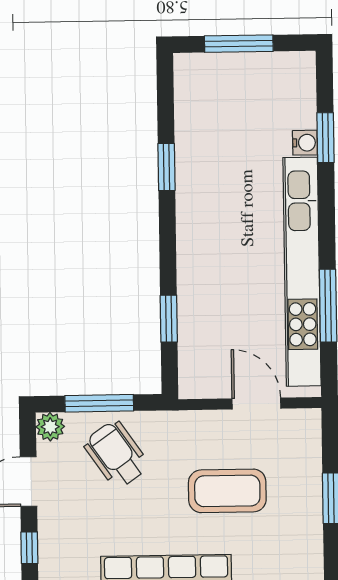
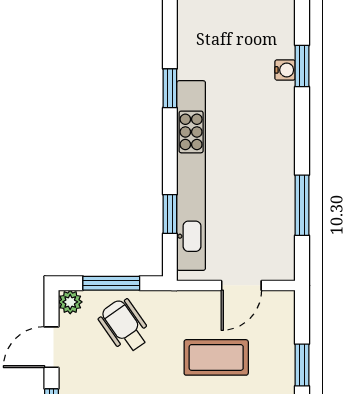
kitchen unit: (302, 272) -> (191, 176), moved, turned 180
door: (256, 404) -> (241, 285), swing flipped

